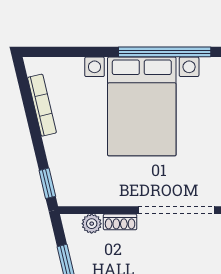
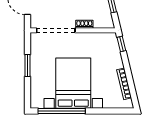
plant: (92, 224) -> (99, 23), removed

